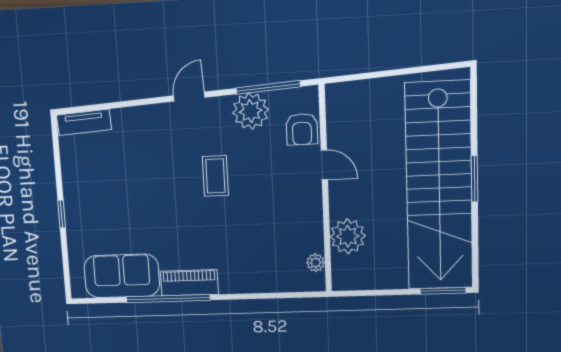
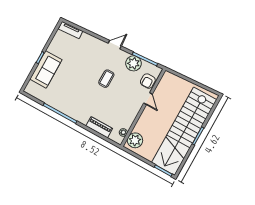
plant: (348, 236) -> (135, 140), moved
sofa: (122, 276) -> (46, 69), moved, turned 90
piano: (189, 283) -> (99, 127), moved

